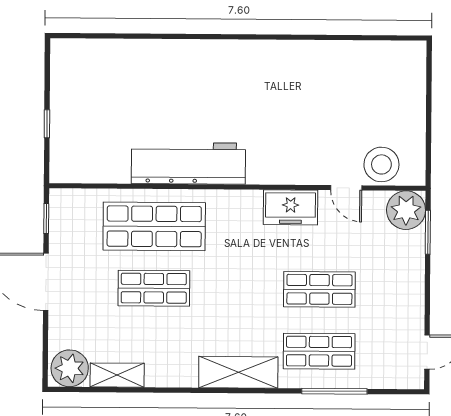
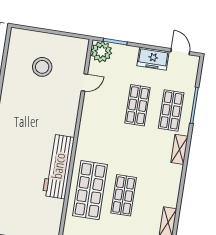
stool: (381, 164) -> (42, 67), moved
freezer: (291, 207) -> (153, 59), moved, turned 90
shelving: (238, 372) -> (179, 149), width x0.67, depth x0.75

